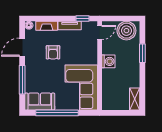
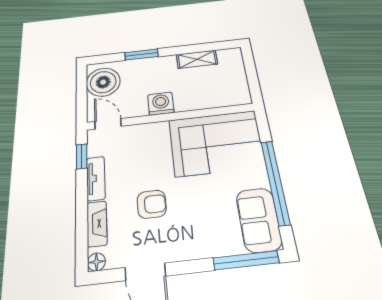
window: (22, 80) -> (246, 260), moved
shelving: (135, 99) -> (197, 59), moved

